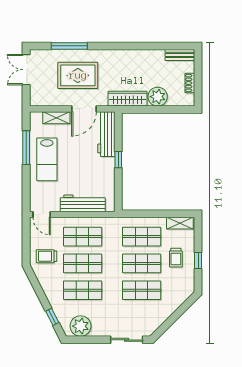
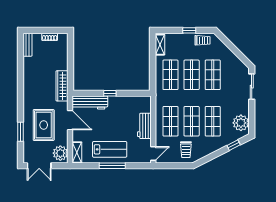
window: (69, 46) -> (20, 132), width x0.69
plant: (158, 97) -> (60, 153), moved
shelving: (56, 118) -> (77, 152), moved
window: (26, 148) -> (112, 166), moved
workbench: (83, 203) -> (144, 126), width x0.73
trolley: (176, 258) -> (202, 40), moved

